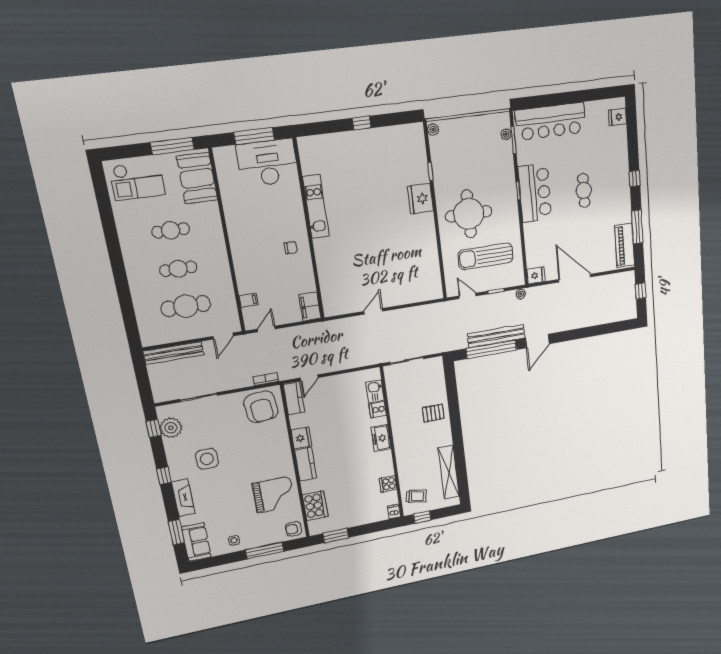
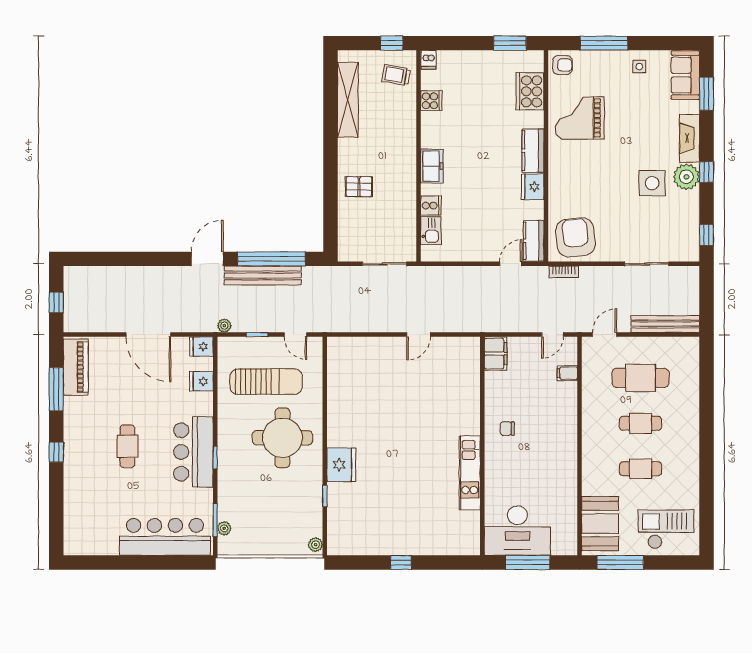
fridge: (618, 117) -> (201, 381), moved, turned 180
plant: (171, 428) -> (686, 177), moved

